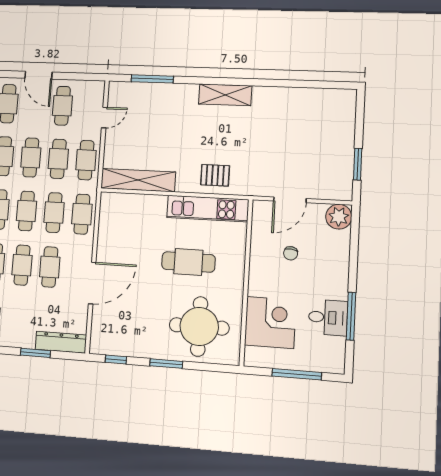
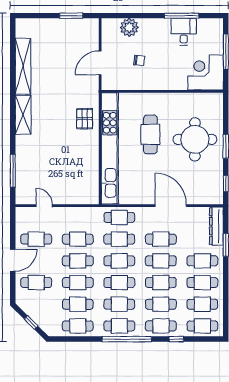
cafe table: (86, 160) -> (202, 261), moved
shelving: (138, 180) -> (23, 66), moved
door: (290, 200) -> (100, 63), swing flipped
kitchen unit: (208, 209) -> (110, 148), width x1.86
plant: (339, 217) -> (129, 27), moved
corner desk: (270, 323) -> (206, 72), moved
round table: (199, 326) -> (195, 139), moved

